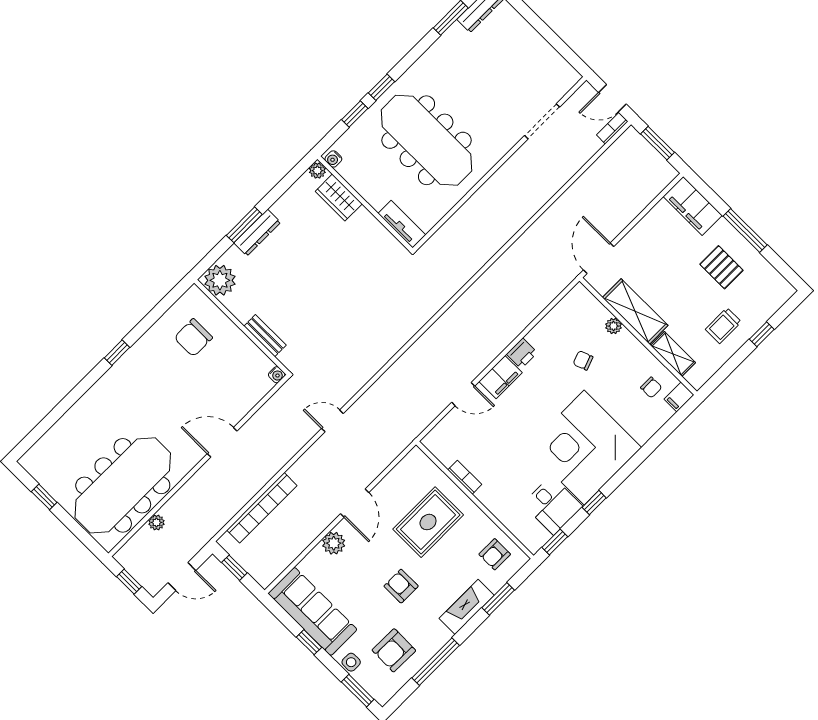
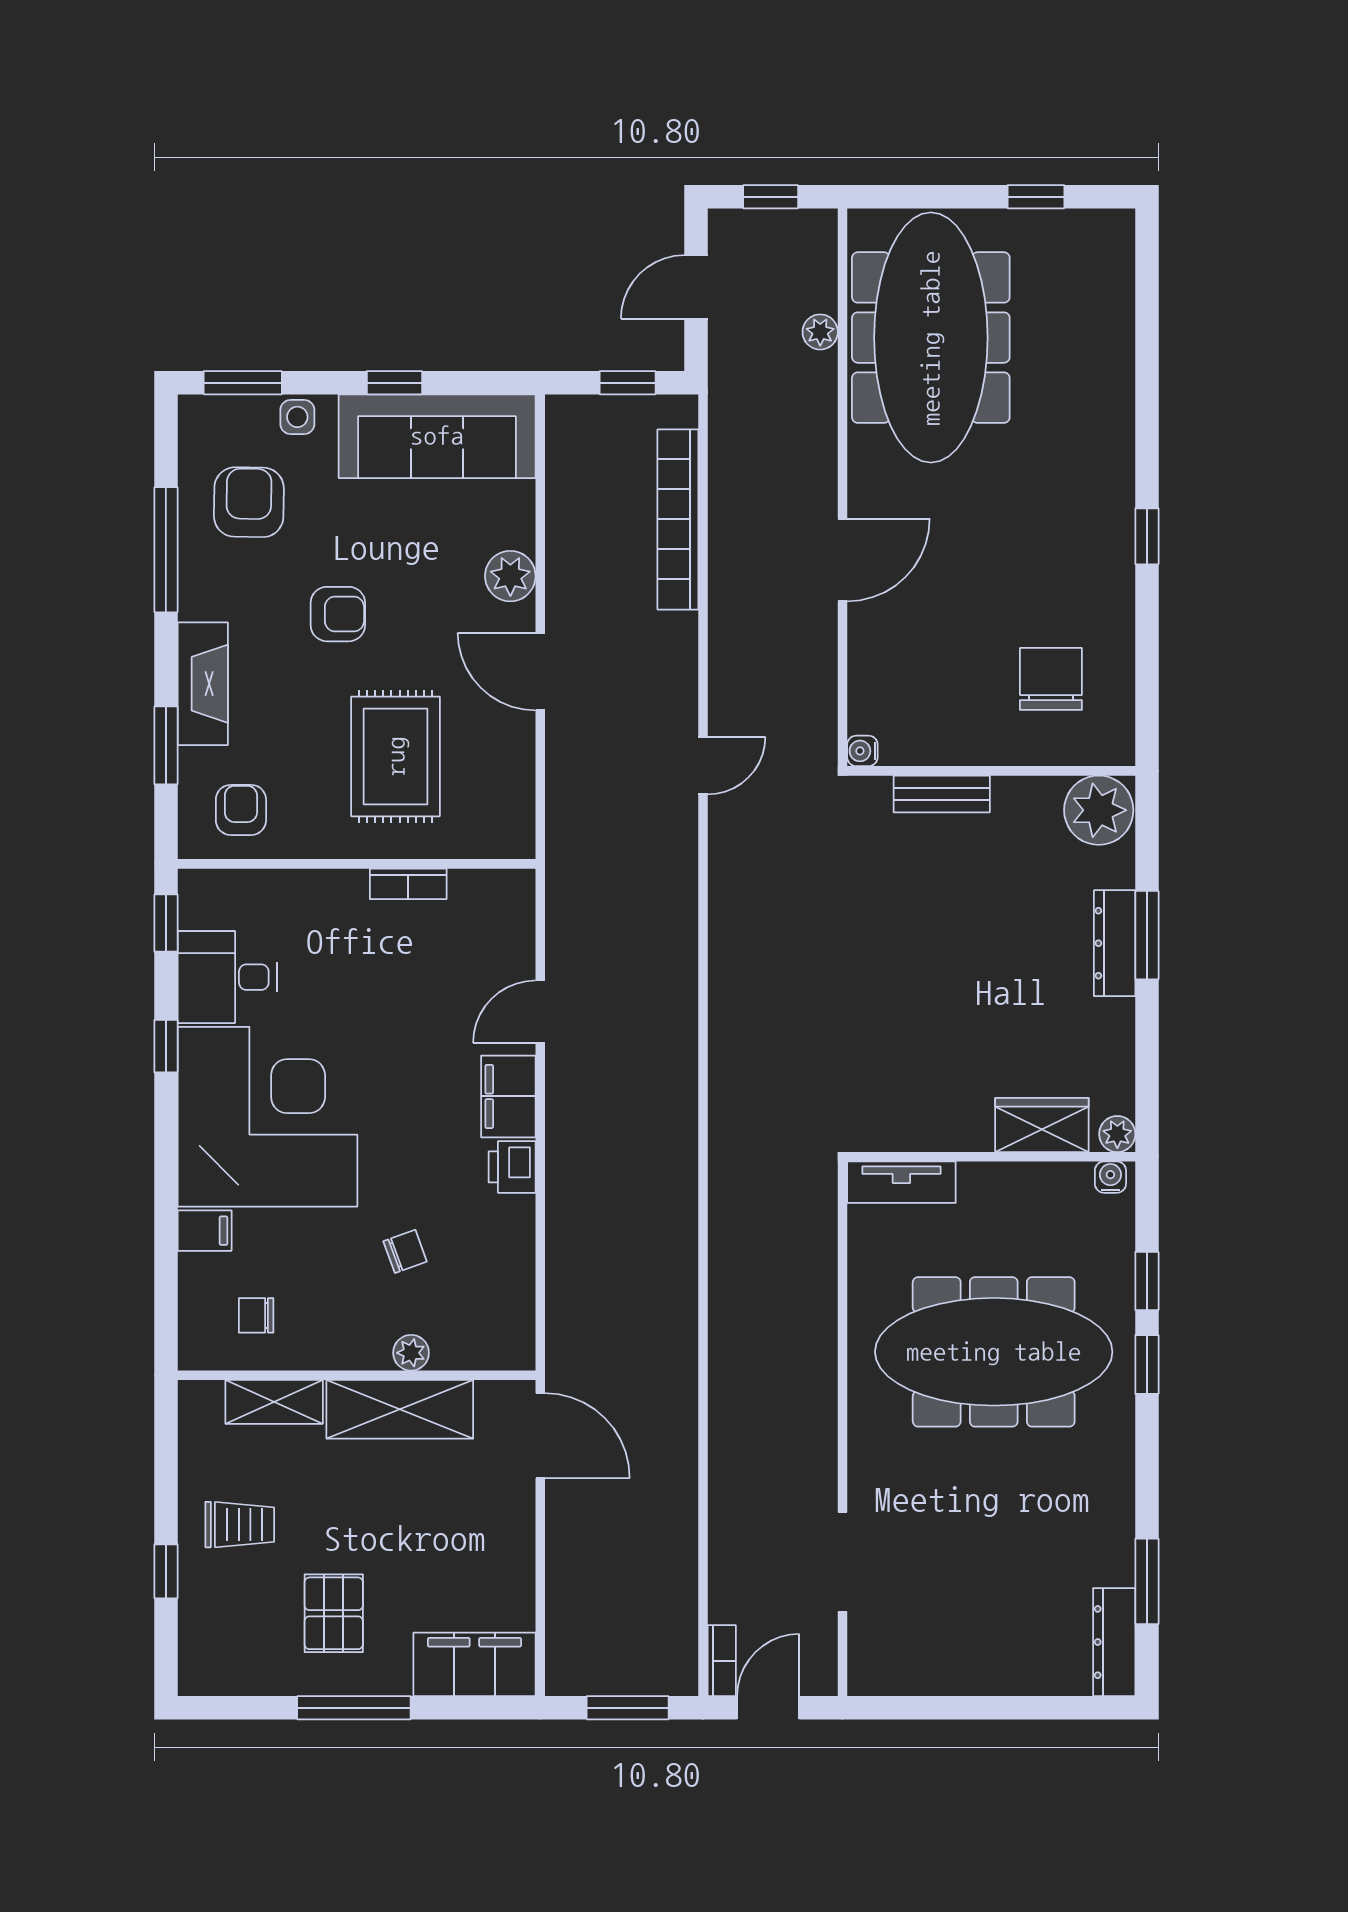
pallet: (721, 267) -> (334, 1613), turned 90
trolley: (723, 326) -> (240, 1525), turned 90
filing cabinet: (679, 397) -> (205, 1231), moved, turned 90

